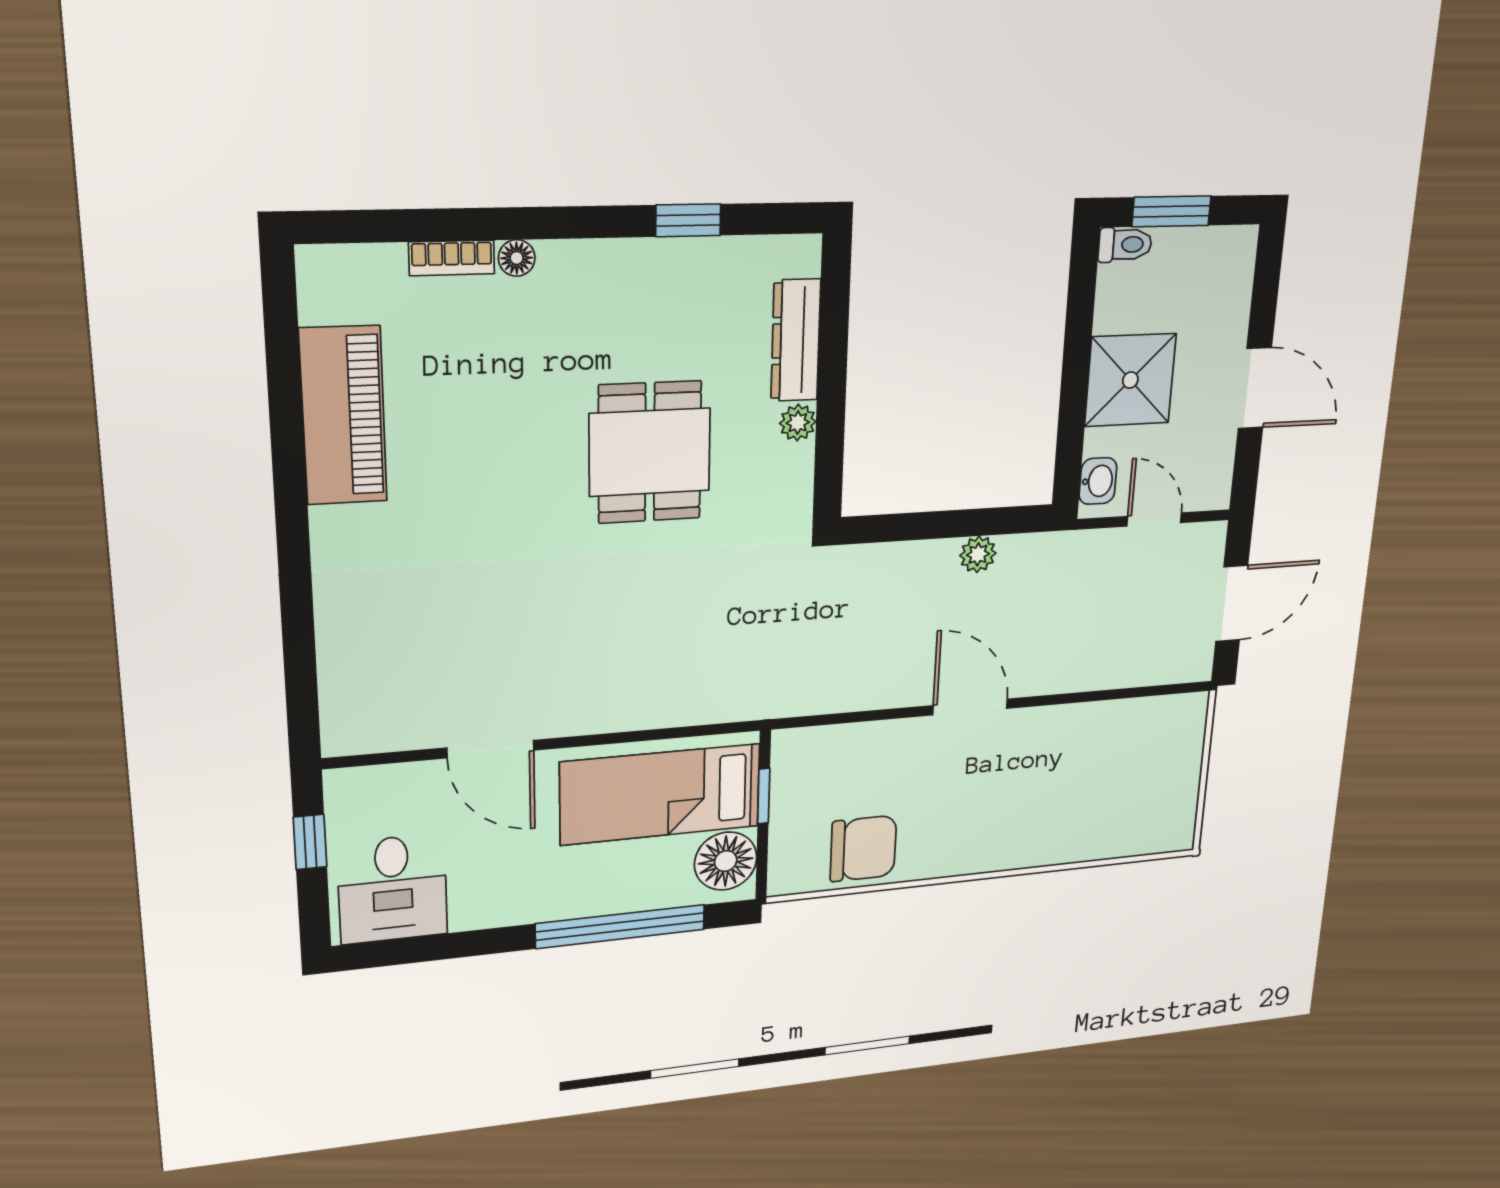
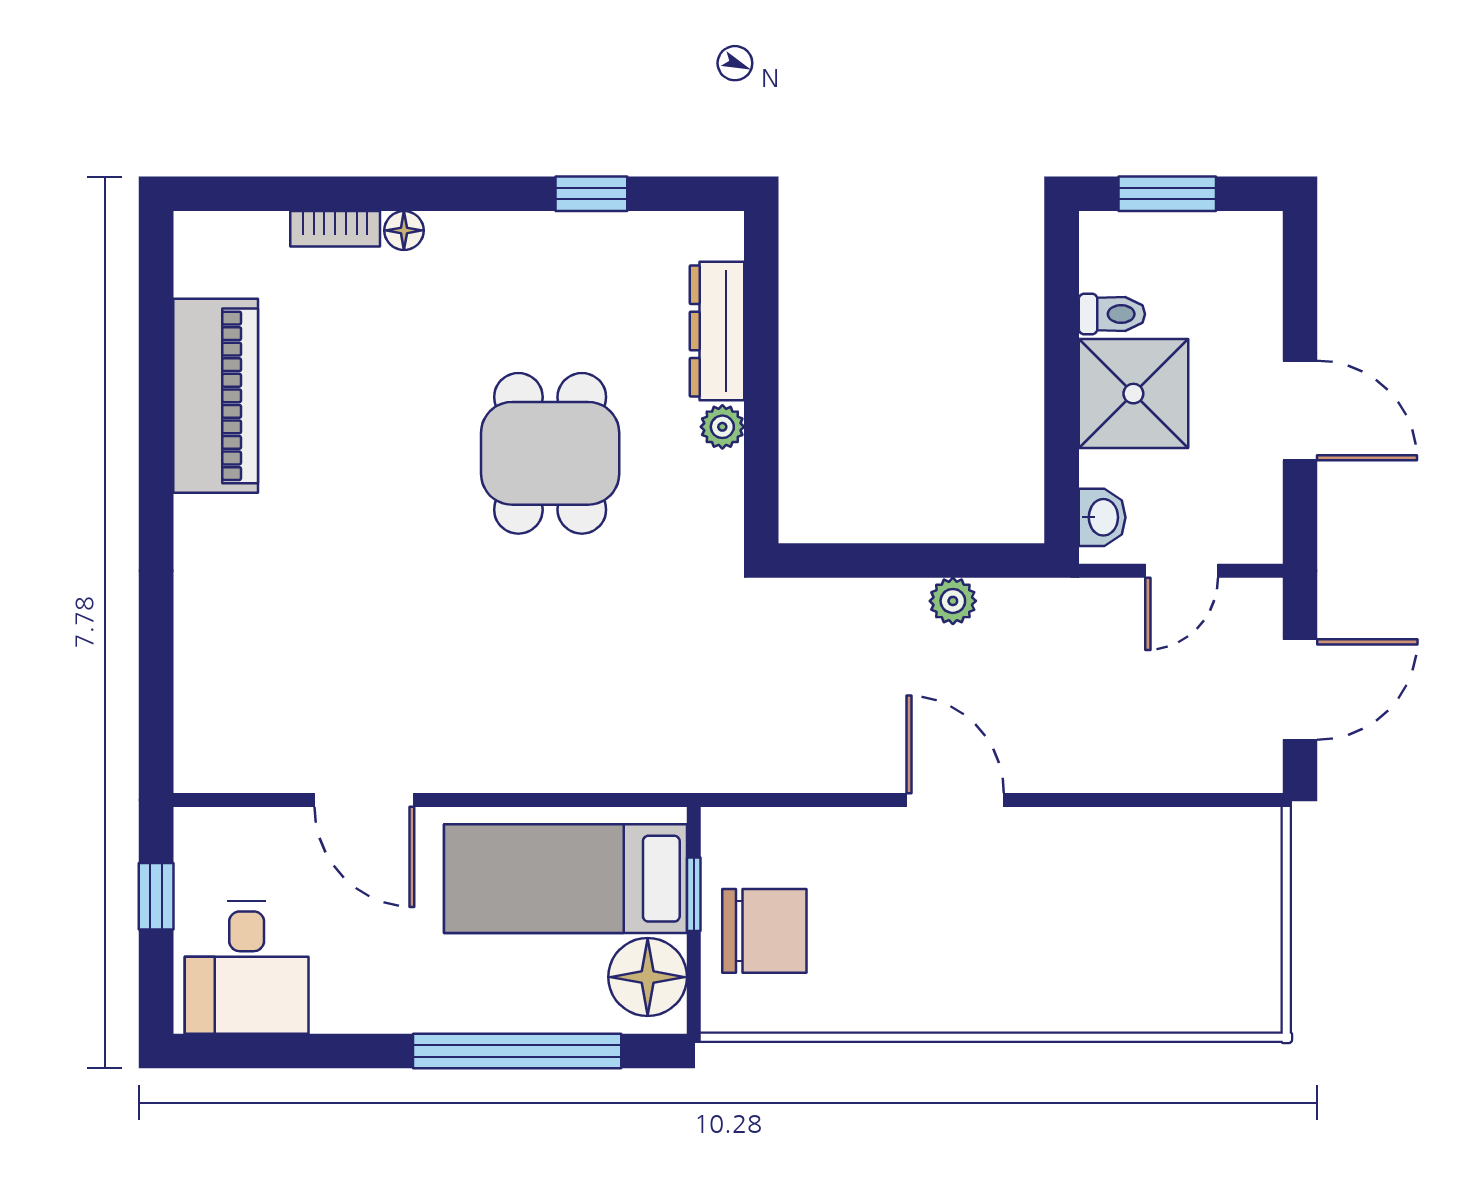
toilet: (1125, 245) -> (1112, 314), moved
door: (1154, 519) -> (1182, 571), swing flipped
chair: (863, 849) -> (764, 931), moved

